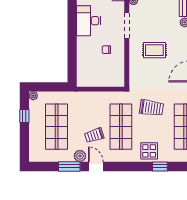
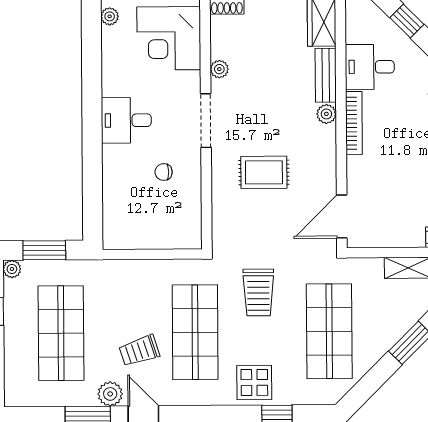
desk: (89, 21) -> (126, 120), width x0.73
window: (49, 87) -> (44, 250), added
trolley: (151, 108) -> (258, 292), turned 82

